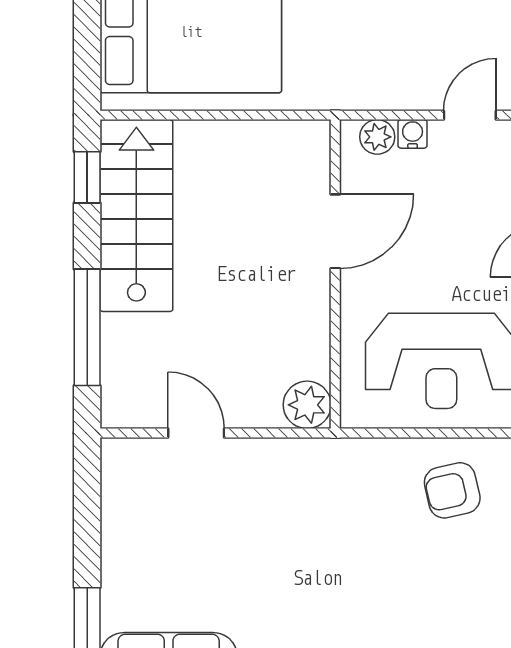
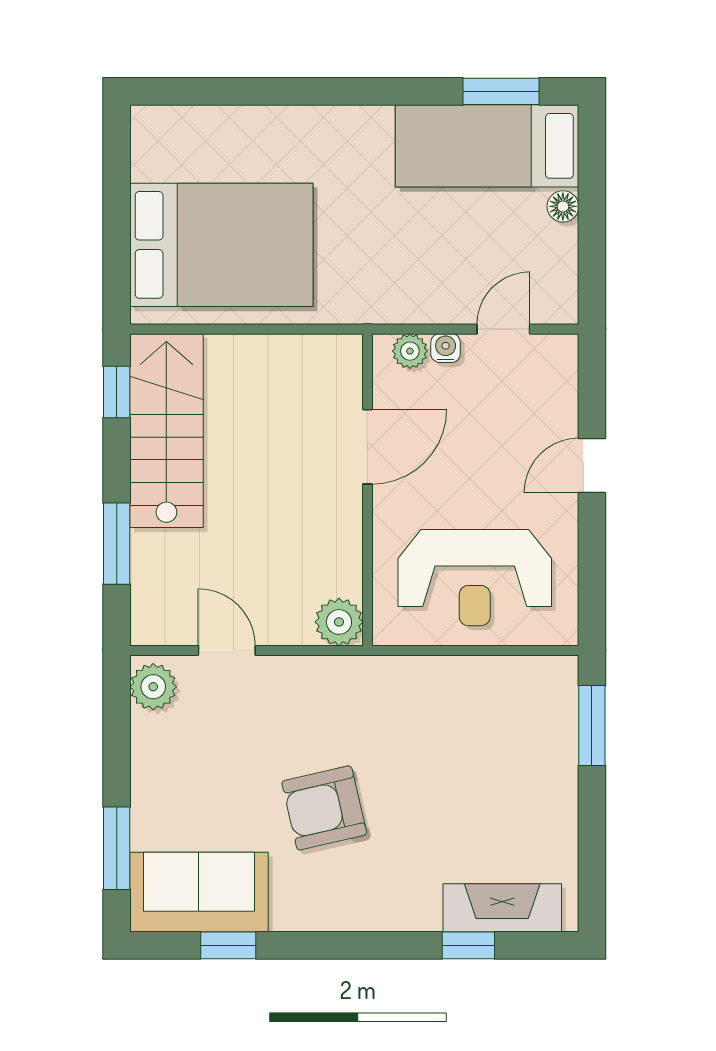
window: (87, 327) -> (117, 544), width x0.69
plant: (123, 469) -> (153, 687), added
armchair: (452, 490) -> (324, 808), moved, width x1.38, depth x1.38

